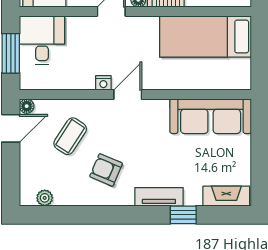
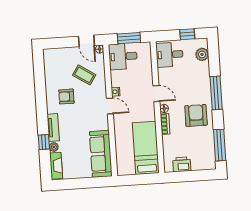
desk: (42, 40) -> (123, 56), moved, turned 180
armchair: (106, 170) -> (66, 97), turned -113
plant: (45, 198) -> (54, 147), moved

